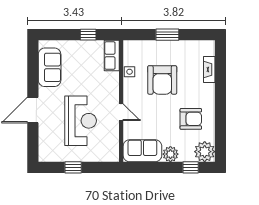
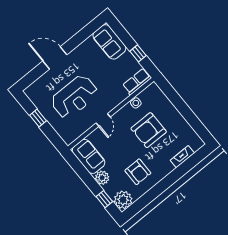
window: (167, 35) -> (183, 108), removed
sofa: (50, 67) -> (109, 42), moved, turned 90

